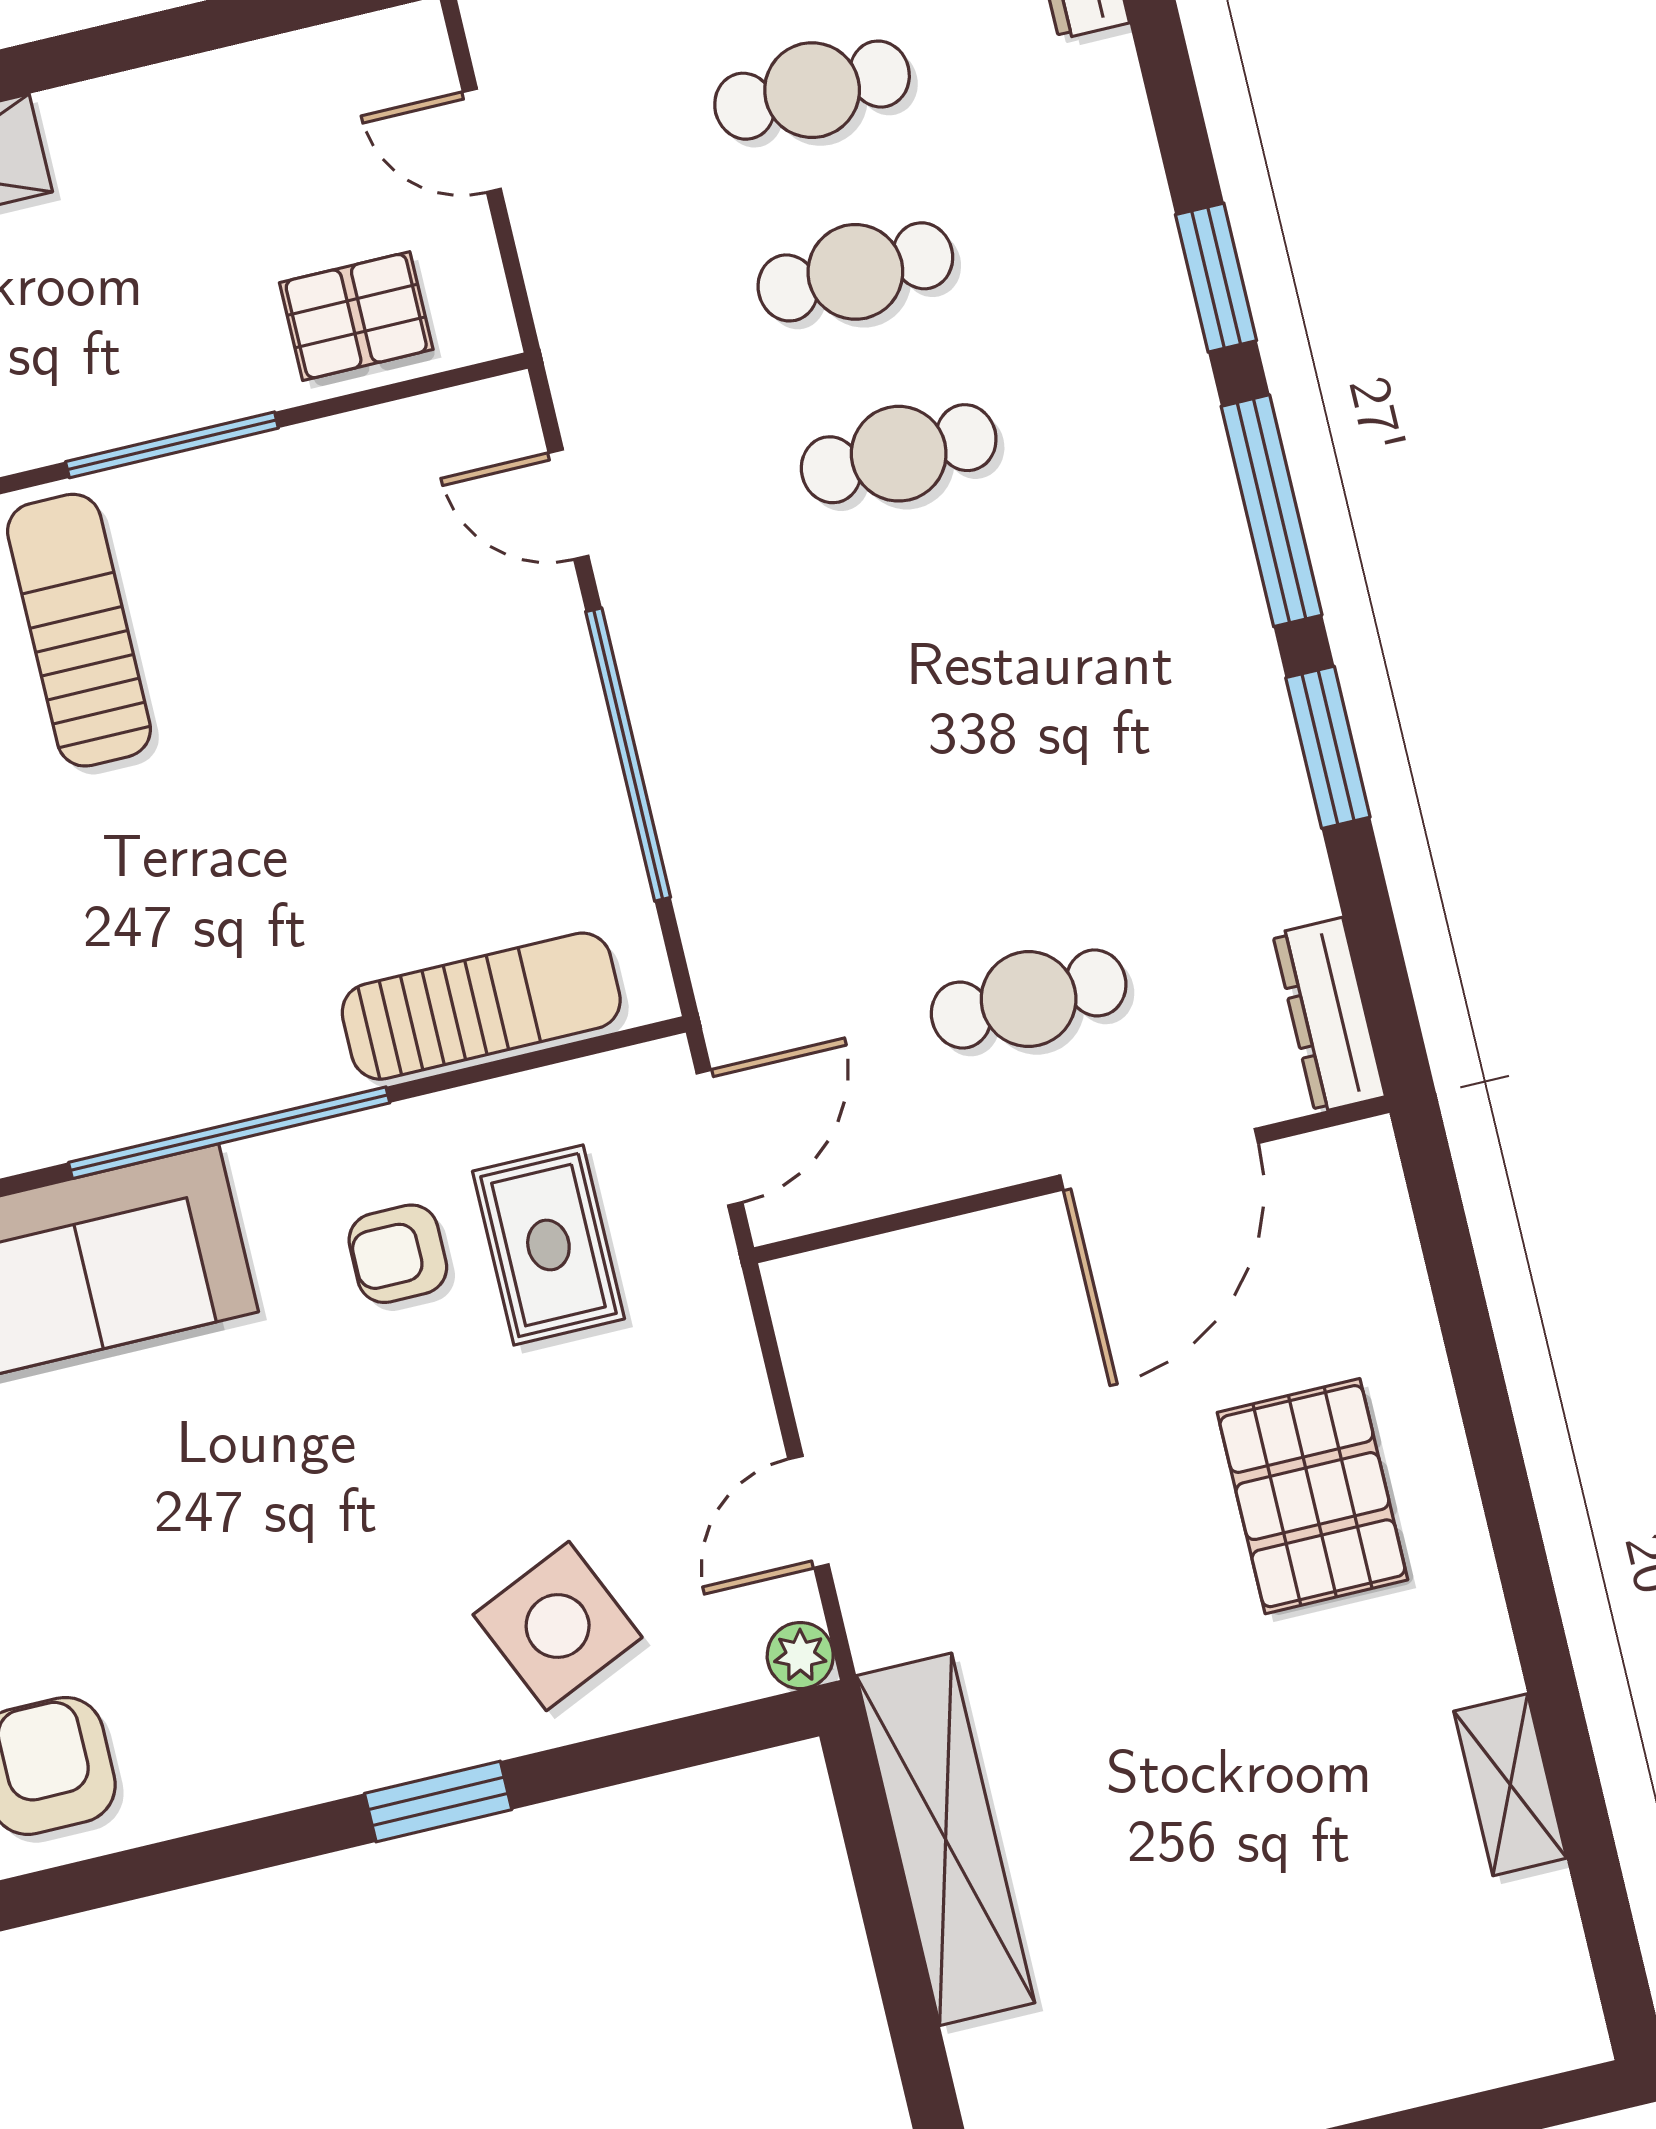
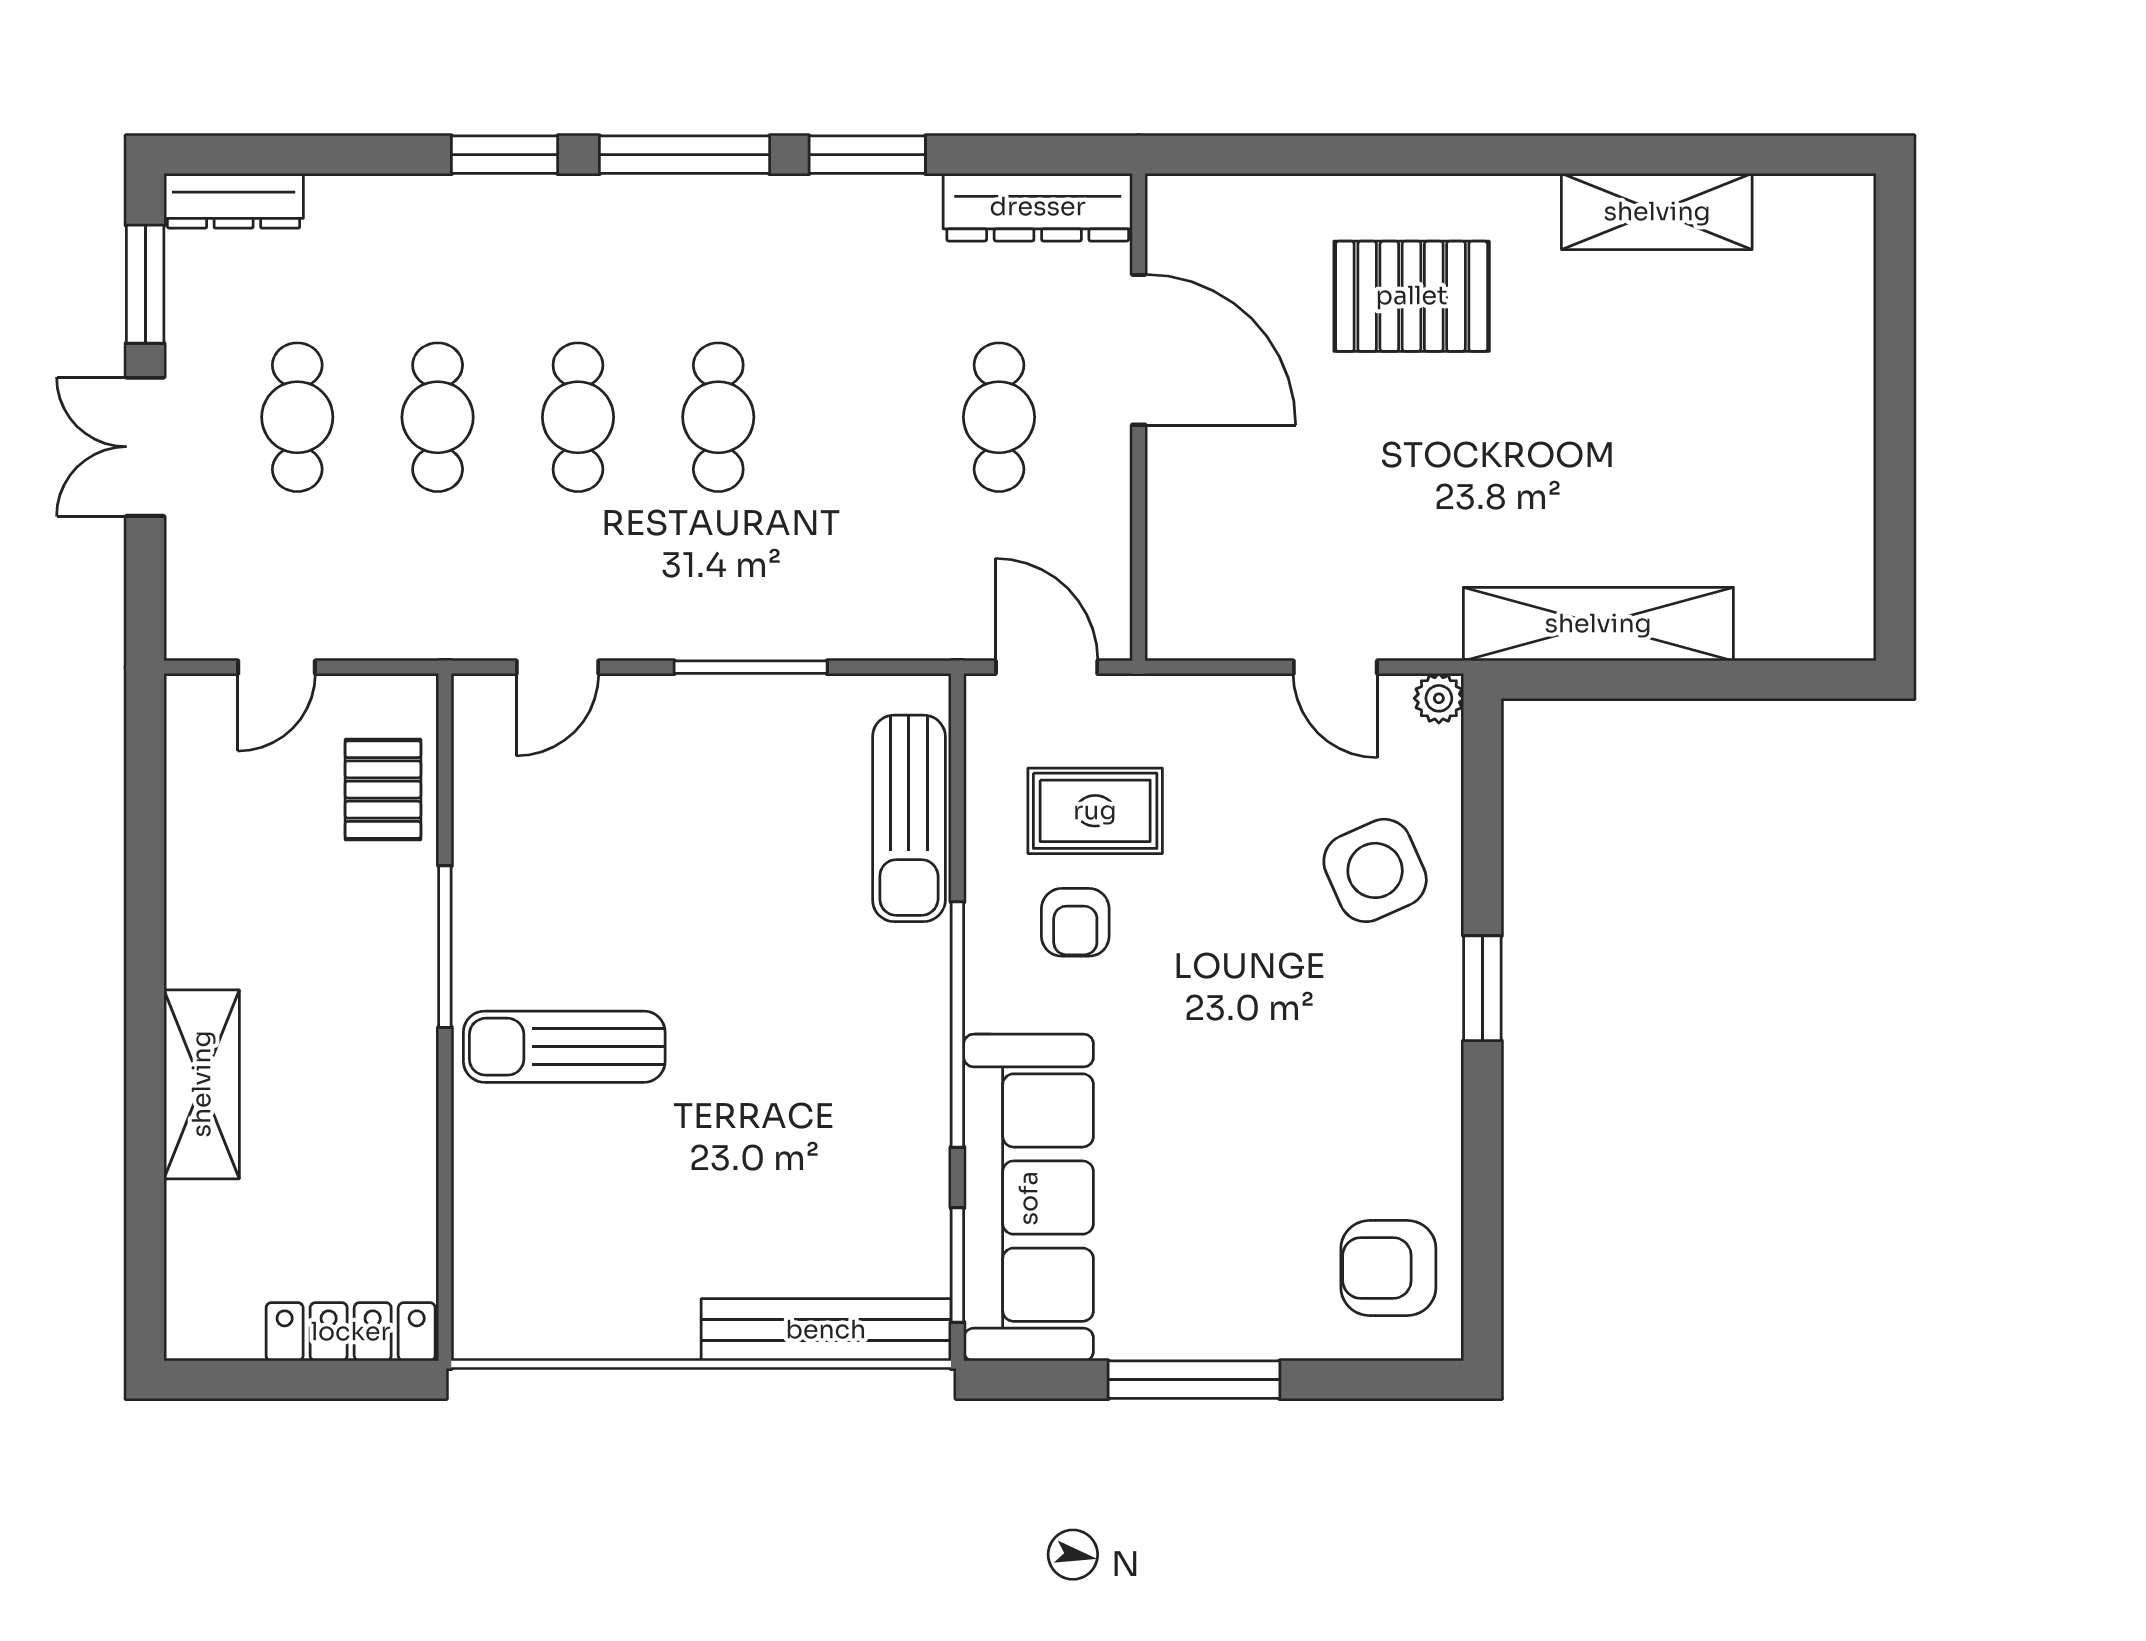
cafe table: (942, 635) -> (718, 417), added
window: (628, 754) -> (751, 667), width x0.68
sun lounger: (481, 1006) -> (909, 818), turned 180
dresser: (1329, 1015) -> (1038, 207), width x1.37, depth x1.24
shelving: (1510, 1785) -> (1657, 212), width x1.50, depth x1.33

